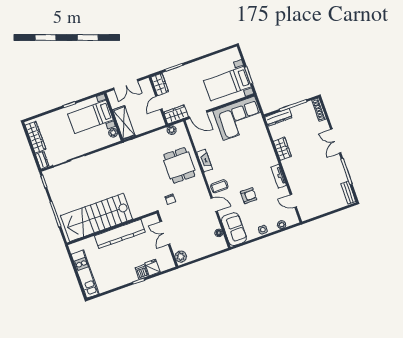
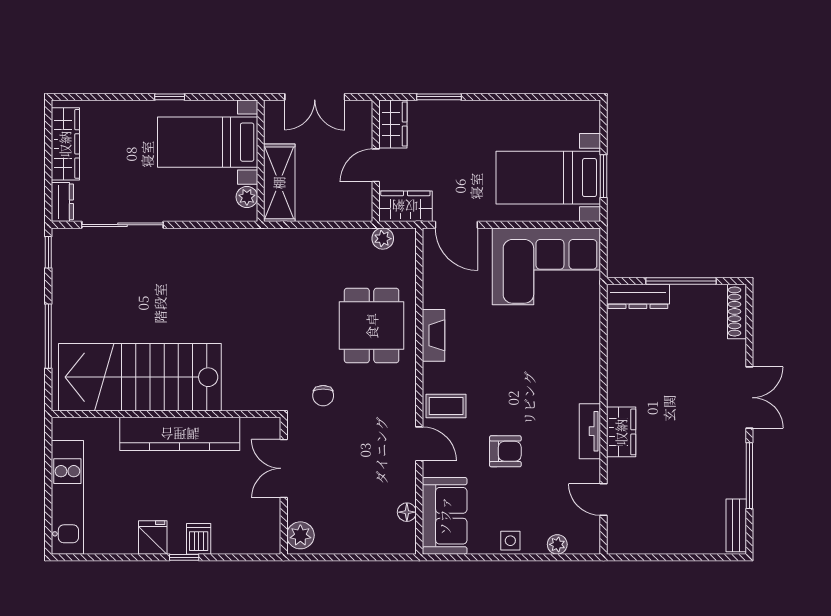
double door: (336, 141) -> (749, 398), swing flipped
wardrobe: (282, 149) -> (621, 432), moved
fridge: (152, 268) -> (153, 537), moved

